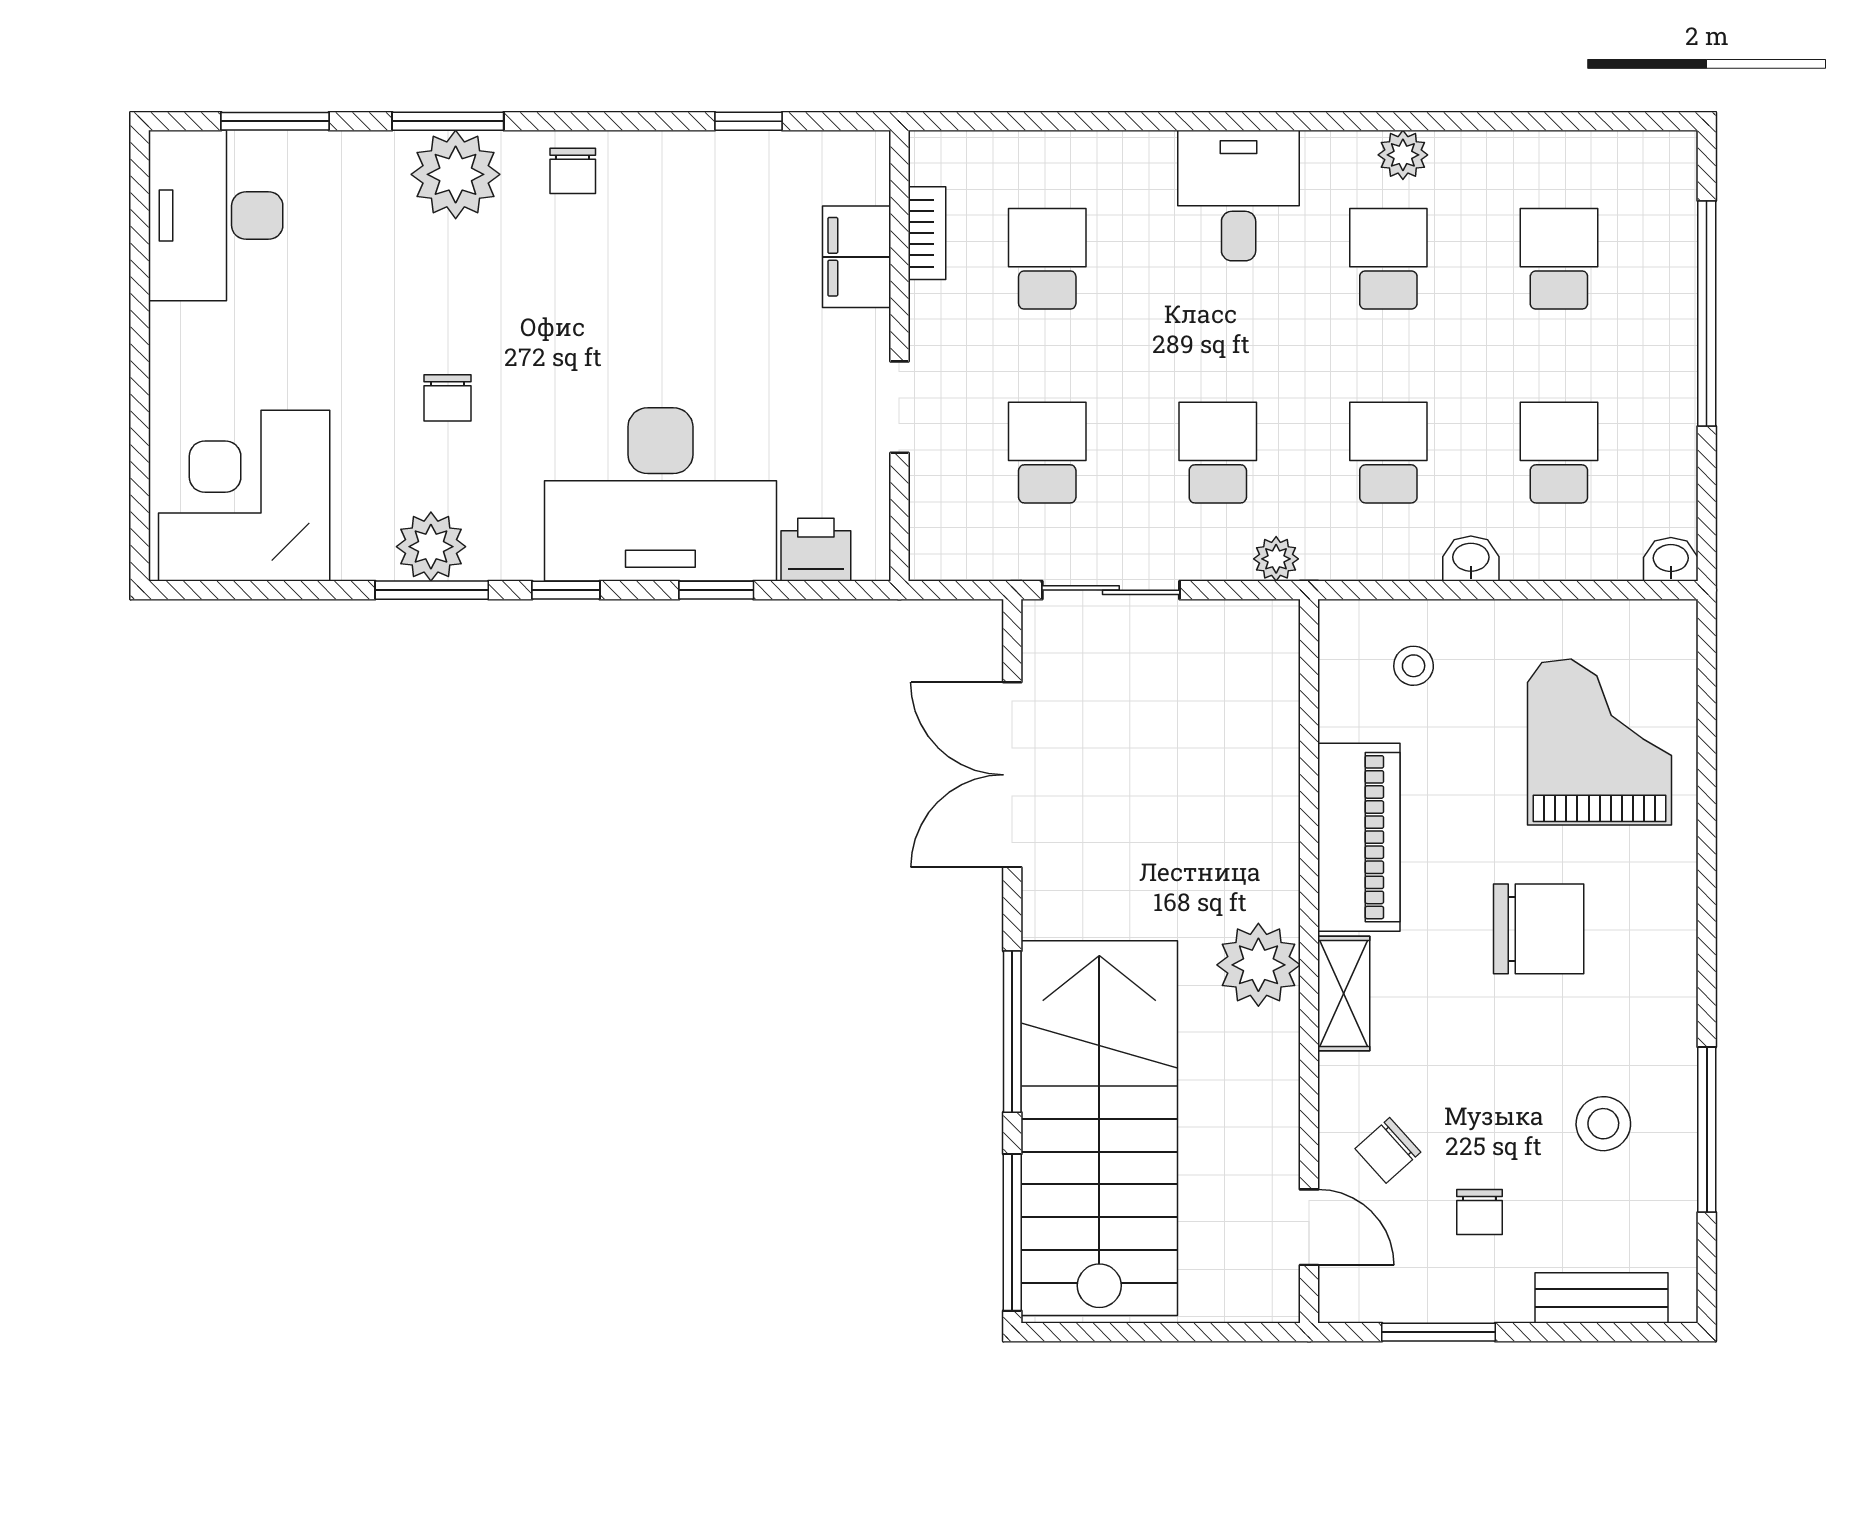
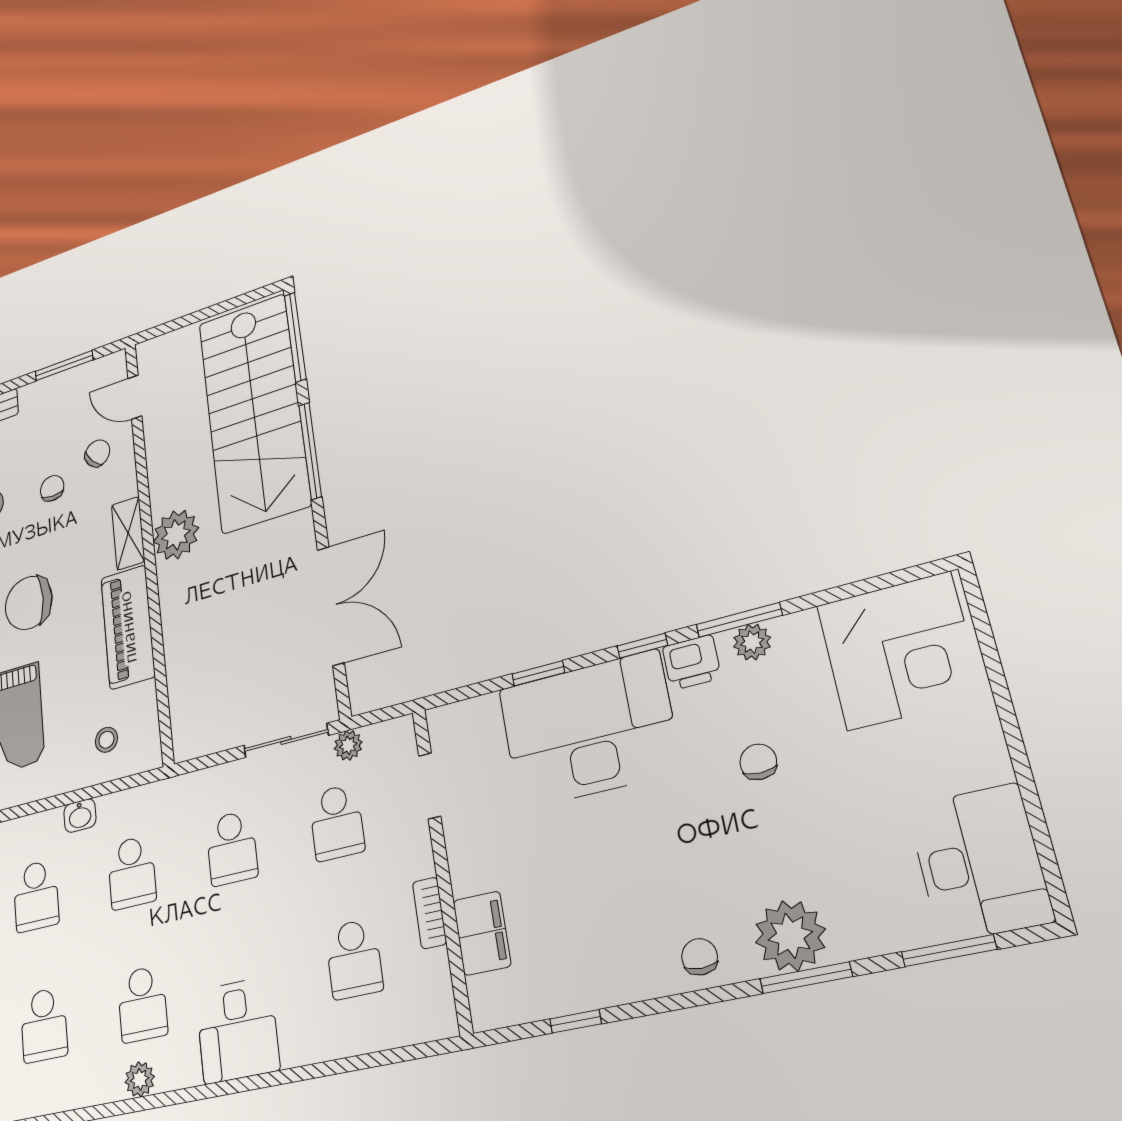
bookcase: (927, 233) -> (430, 913), moved
doorway: (899, 407) -> (430, 786), moved
plant: (431, 547) -> (752, 642), width x0.73, depth x0.73
printer: (816, 550) -> (692, 662), moved
plant: (1276, 559) -> (348, 745), moved
chair: (1479, 1212) -> (52, 488), moved

